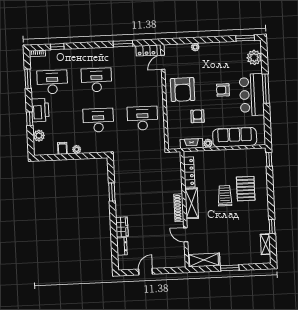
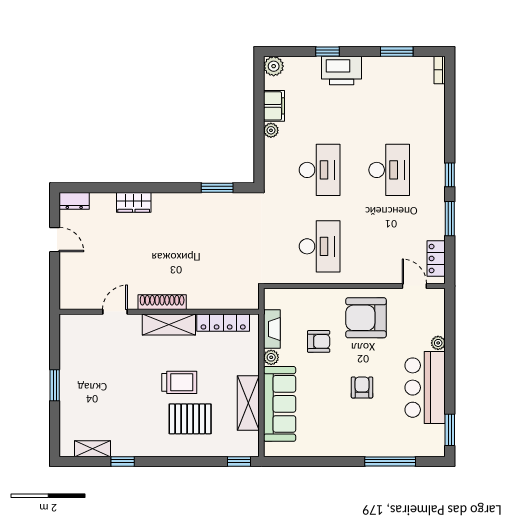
window: (57, 47) -> (450, 175), moved
plant: (254, 57) -> (416, 444), removed
desk: (52, 82) -> (389, 94), removed
window: (266, 89) -> (390, 461), moved
bar counter: (252, 95) -> (425, 388), moved, turned -90
plant: (39, 136) -> (274, 66), moved
filing cabinet: (62, 148) -> (274, 106), width x2.00
window: (112, 192) -> (217, 188), moved
dresser: (122, 246) -> (74, 201), moved
shelving: (204, 260) -> (248, 403), moved

